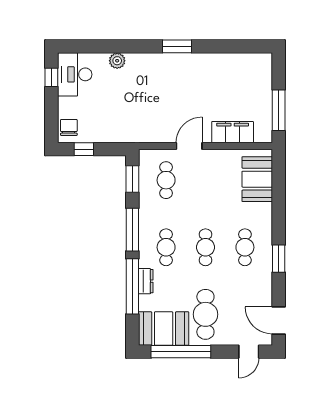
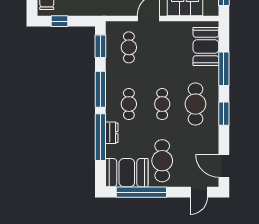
window: (279, 205) -> (224, 69), added
cafe table: (245, 247) -> (195, 104), width x1.37, depth x1.35

